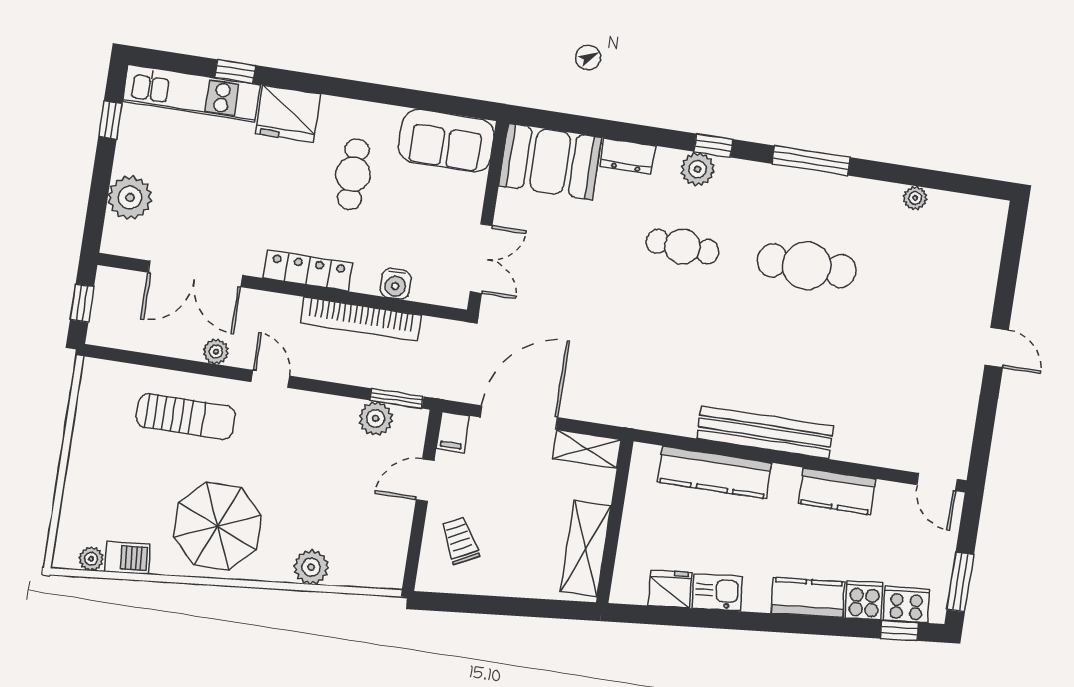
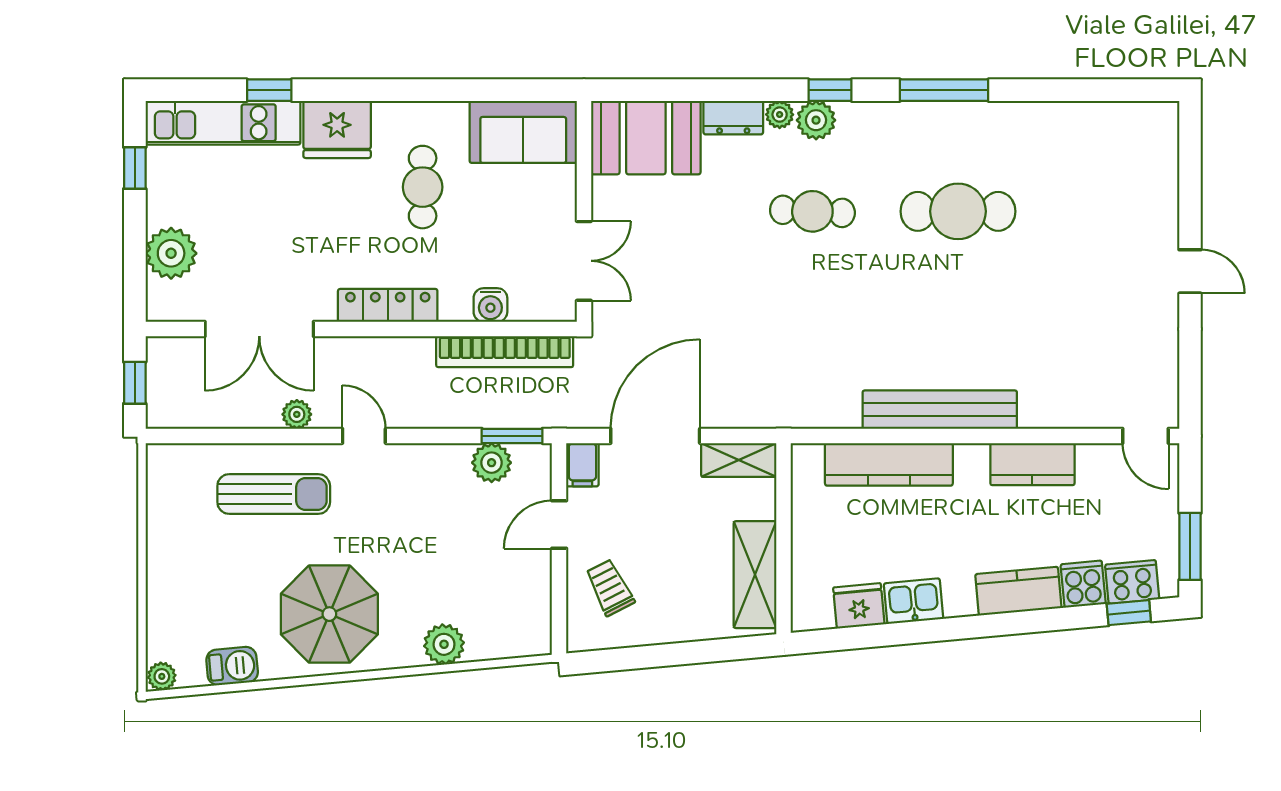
plant: (915, 198) -> (780, 115), moved
bookcase: (361, 319) -> (505, 352), moved
plant: (91, 559) -> (162, 676), moved

